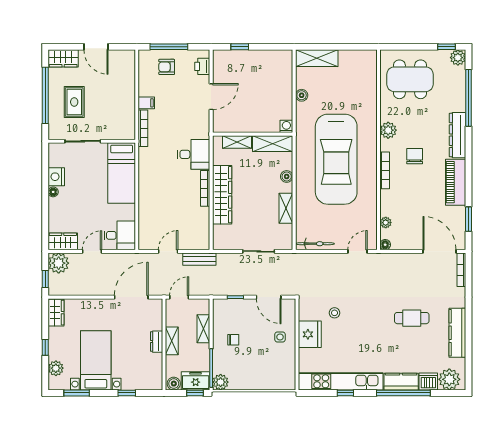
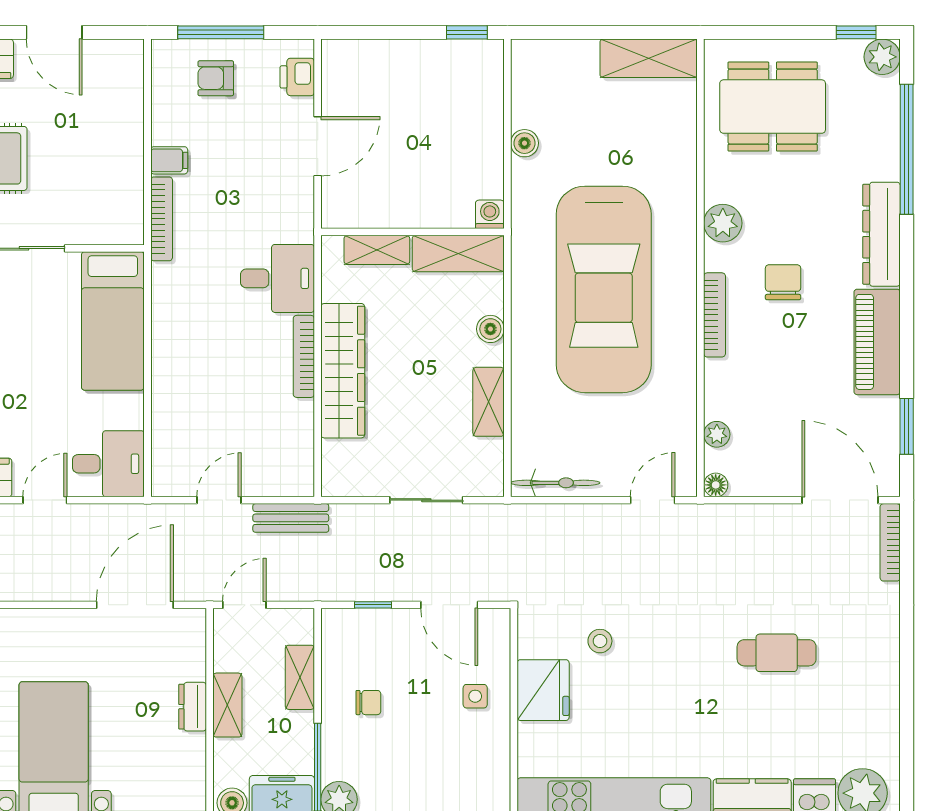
window: (240, 47) -> (467, 32), moved
shelving: (317, 58) -> (649, 58), moved
kitchen counter: (457, 333) -> (881, 686), removed

